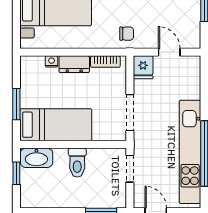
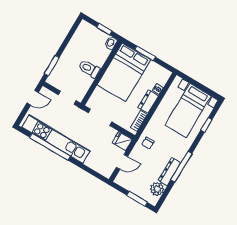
bed: (56, 125) -> (124, 72), width x1.50
washbasin: (36, 158) -> (111, 43), width x0.52, depth x0.69

